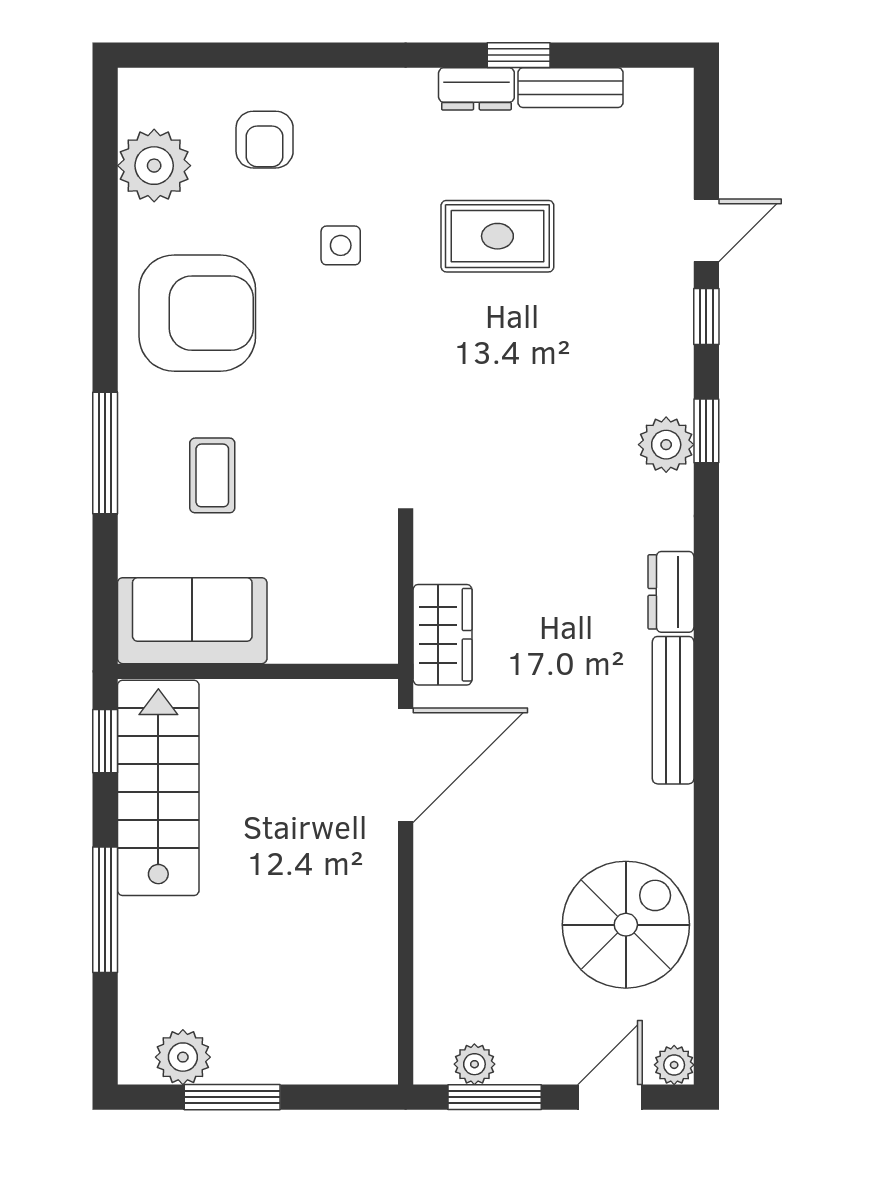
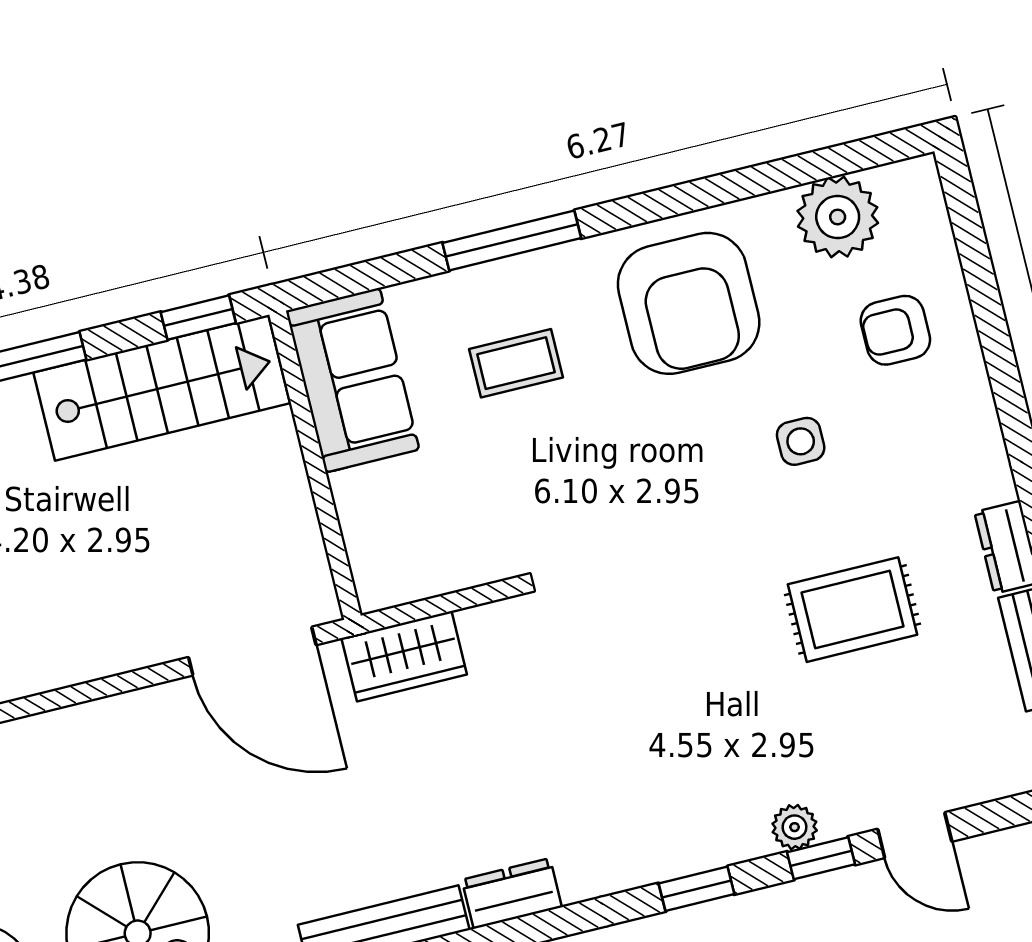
rug: (497, 236) -> (853, 610), turned 90
plant: (666, 445) -> (795, 827), moved, width x0.73, depth x0.73

